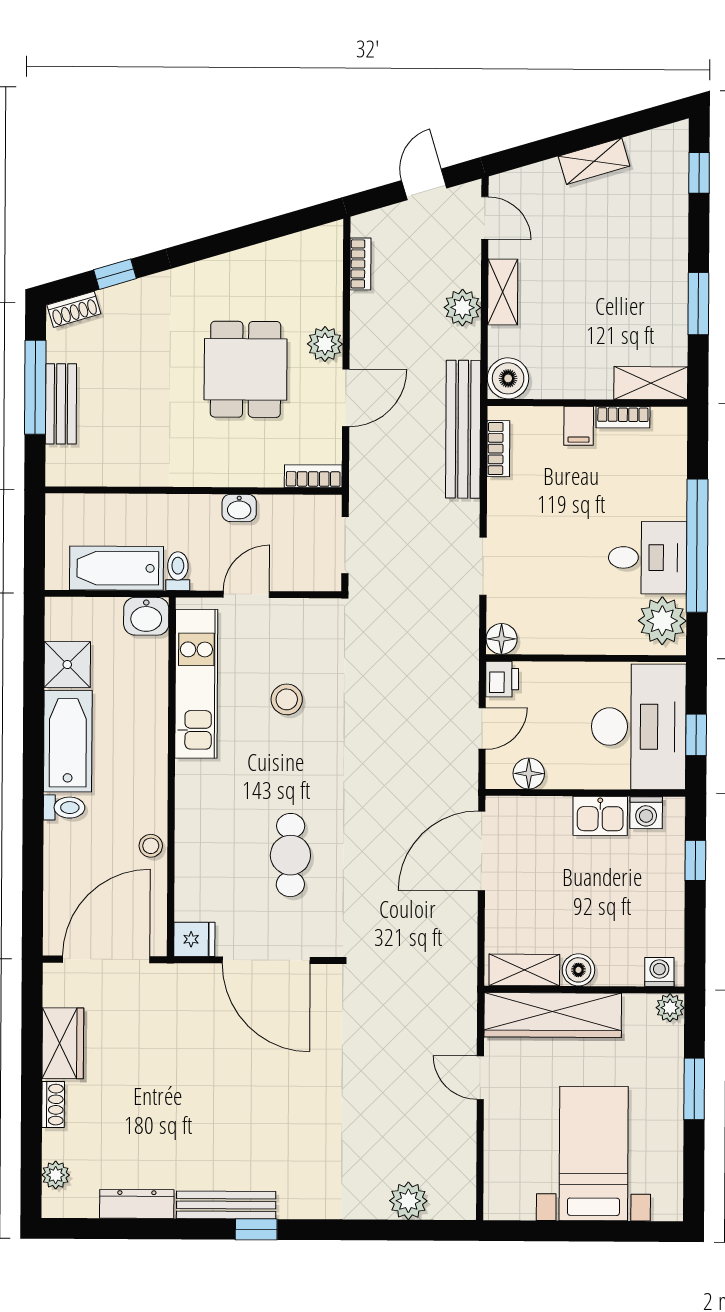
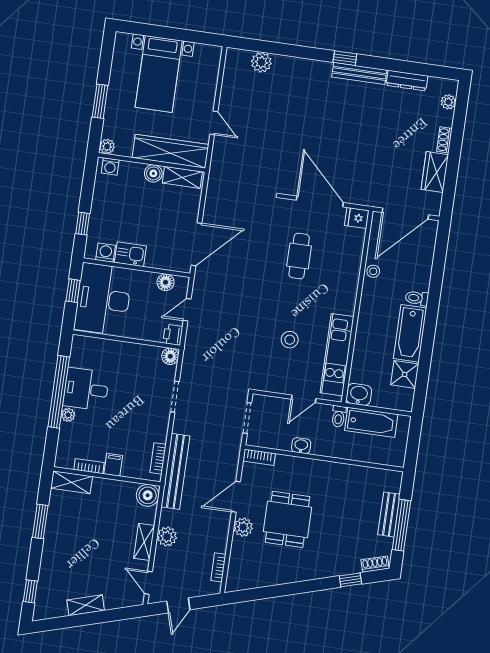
plant: (662, 621) -> (68, 415), moved, width x0.53, depth x0.53

